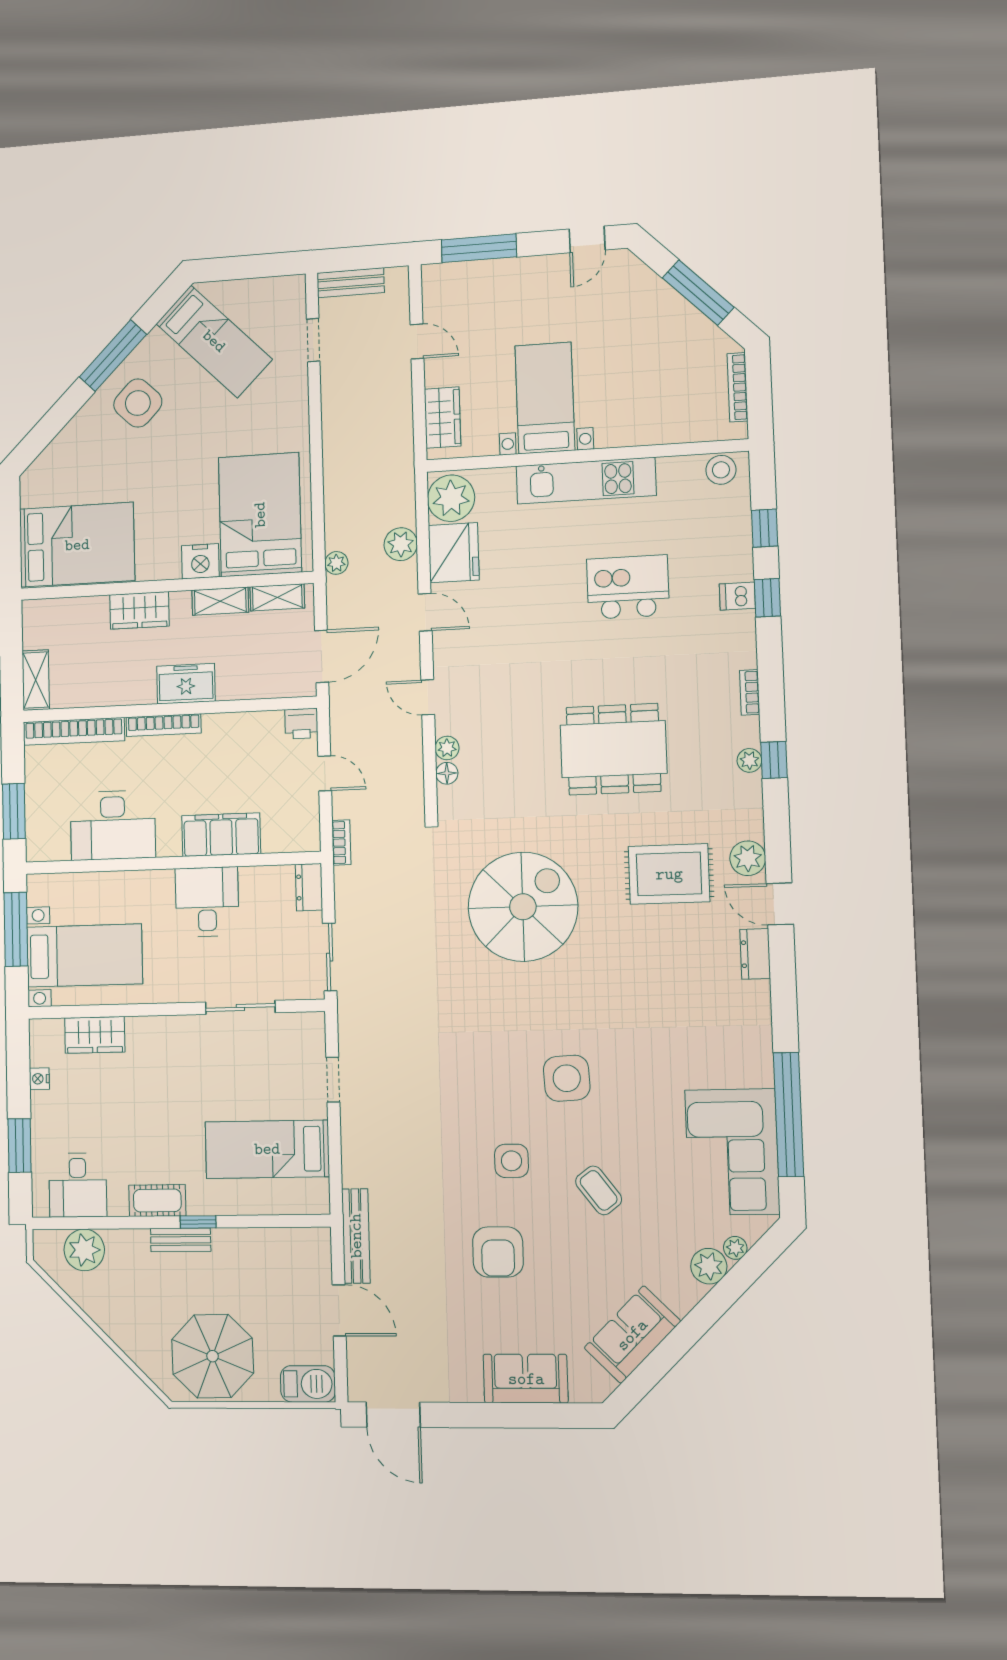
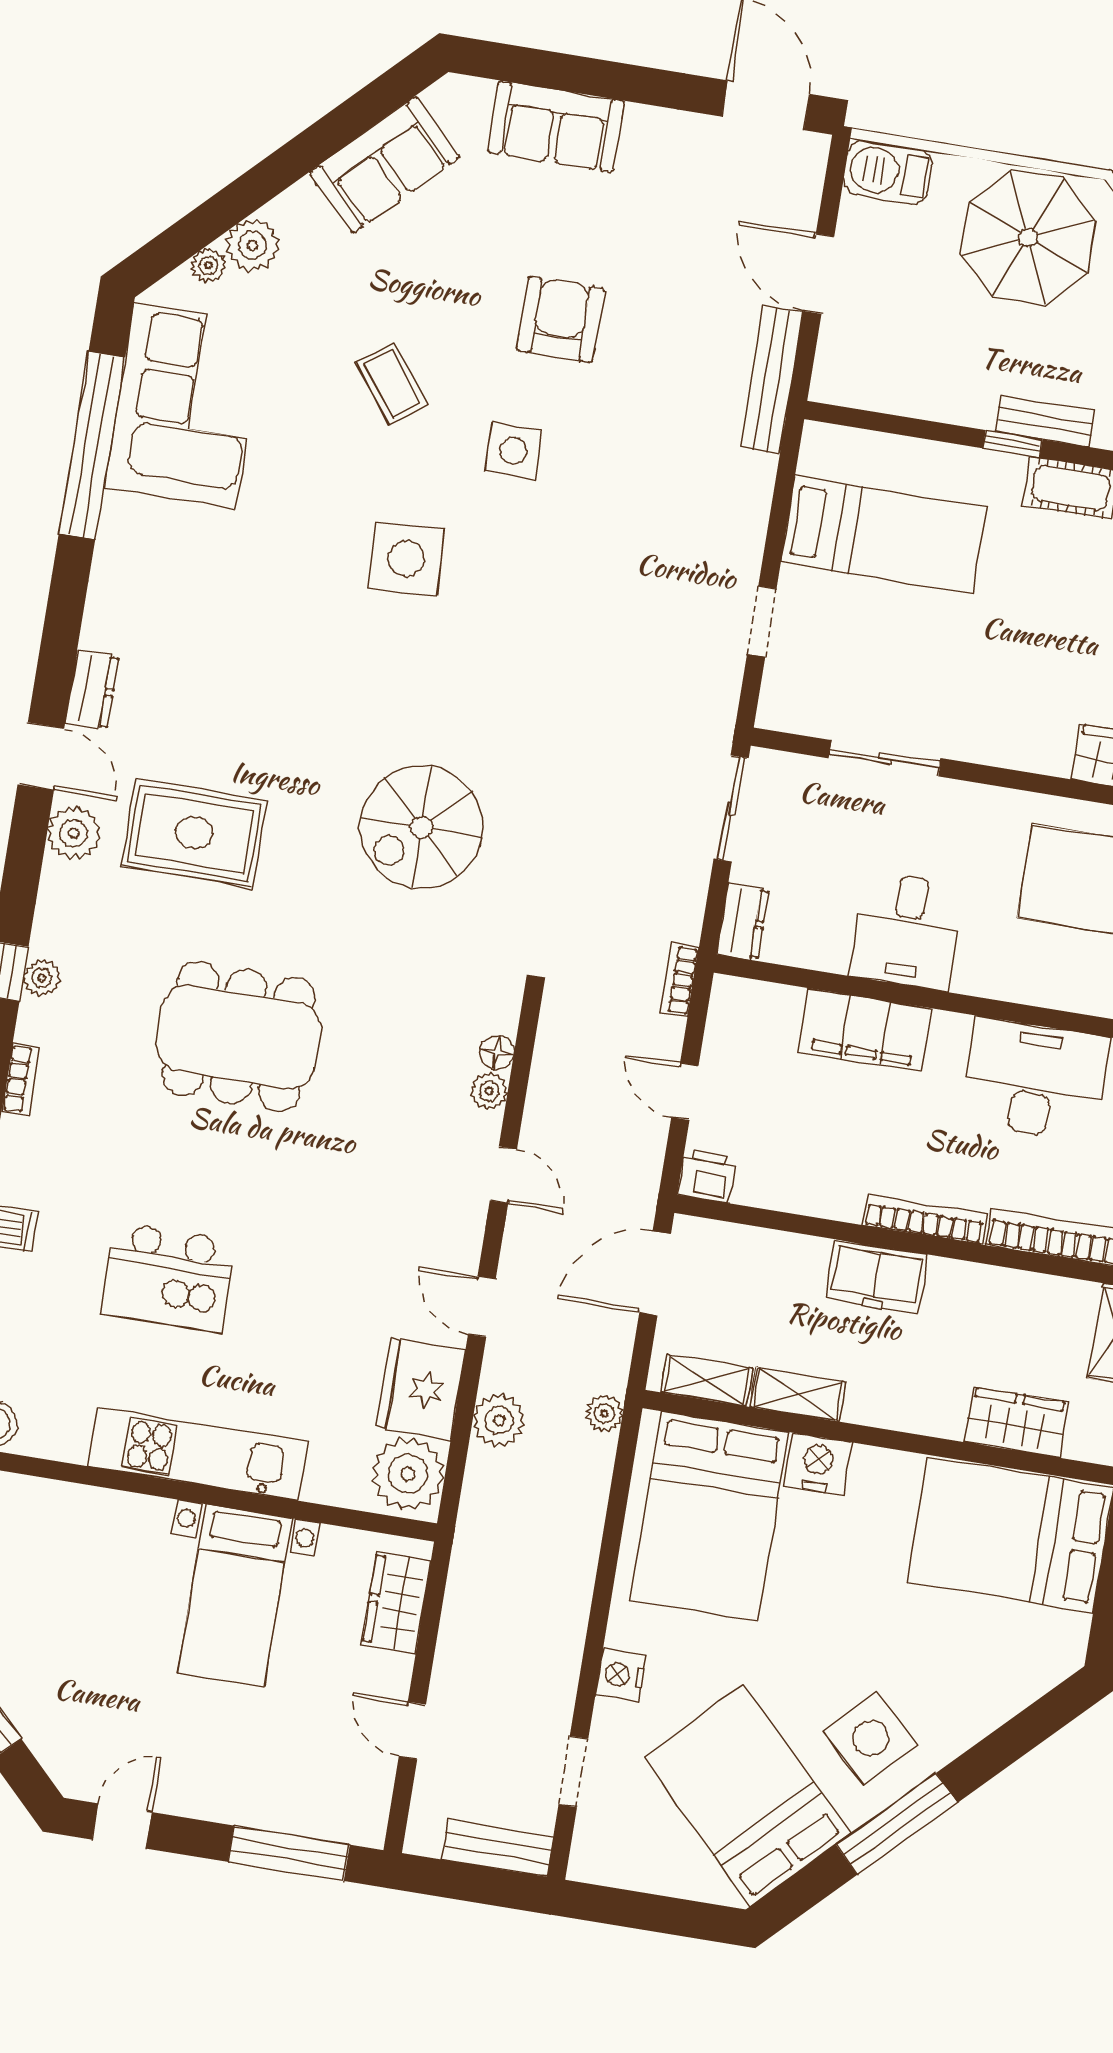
bed: (214, 341) -> (747, 1795), width x1.50
nightstand: (296, 405) -> (621, 1675), added
wardrobe: (139, 610) -> (1016, 1422), moved
spiral stairs: (523, 907) -> (421, 827), width x0.73, depth x0.73

